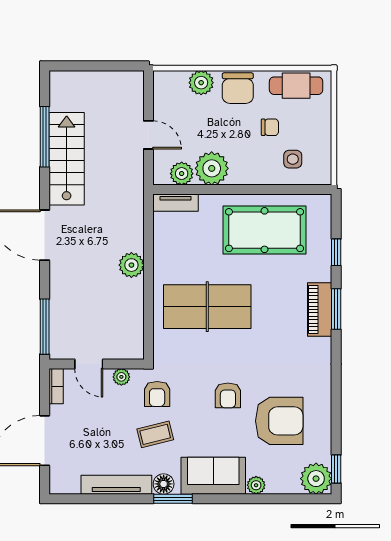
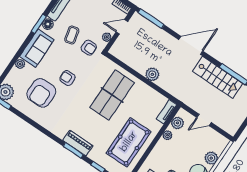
plant: (212, 168) -> (167, 135), width x0.53, depth x0.53
armchair: (157, 394) -> (89, 48), turned 180

